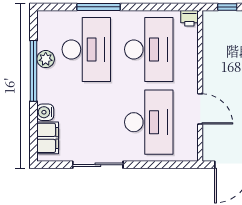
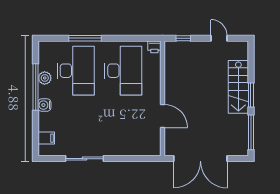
water cooler: (45, 112) -> (44, 105), moved
desk: (149, 122) -> (123, 126), removed
filing cabinet: (48, 138) -> (46, 138), width x0.50

